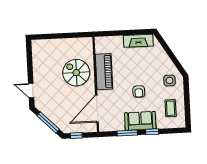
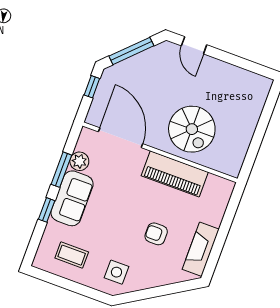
spiral stairs: (76, 73) -> (192, 129), turned 90
door: (31, 90) -> (194, 45), swing flipped
armchair: (139, 92) -> (156, 234), moved
plant: (119, 125) -> (79, 161), added

